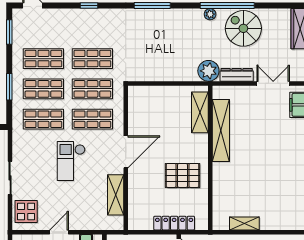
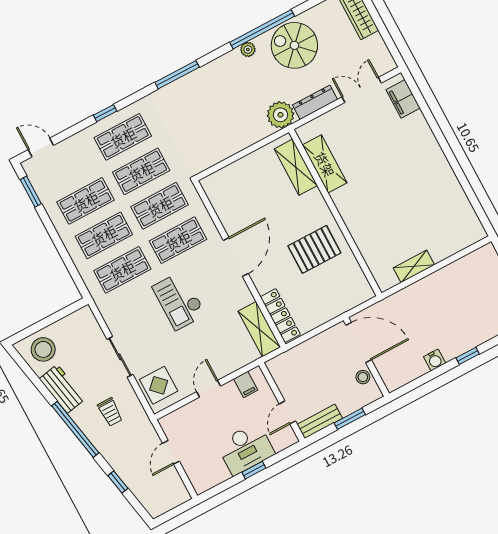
shop shelf: (92, 28) -> (123, 137), added
window: (9, 87) -> (64, 254), removed
shelving: (221, 131) -> (325, 164), width x0.68
shelving: (116, 195) -> (259, 329), moved
locker: (174, 223) -> (280, 316), moved, turned 90

